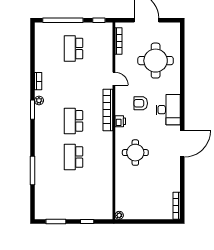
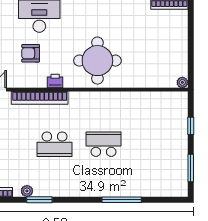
armchair: (141, 103) -> (31, 53), turned 90
round table: (135, 153) -> (97, 61), width x1.36, depth x1.36
school desk: (74, 157) -> (103, 144), turned 180

